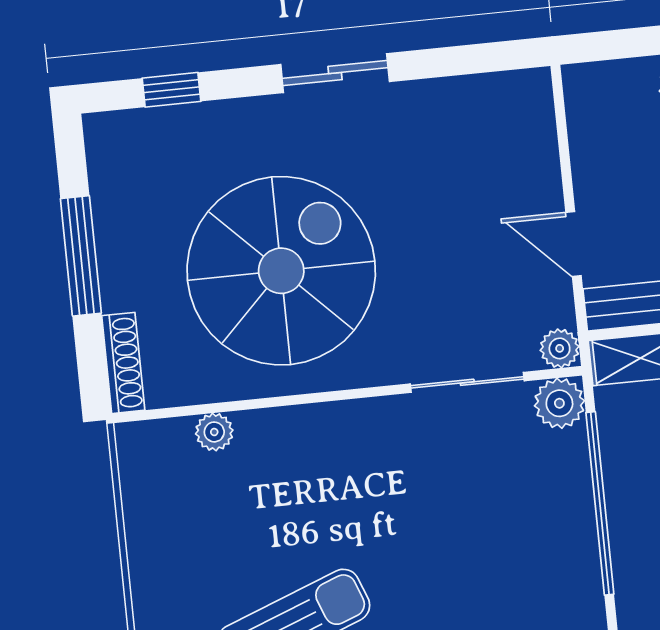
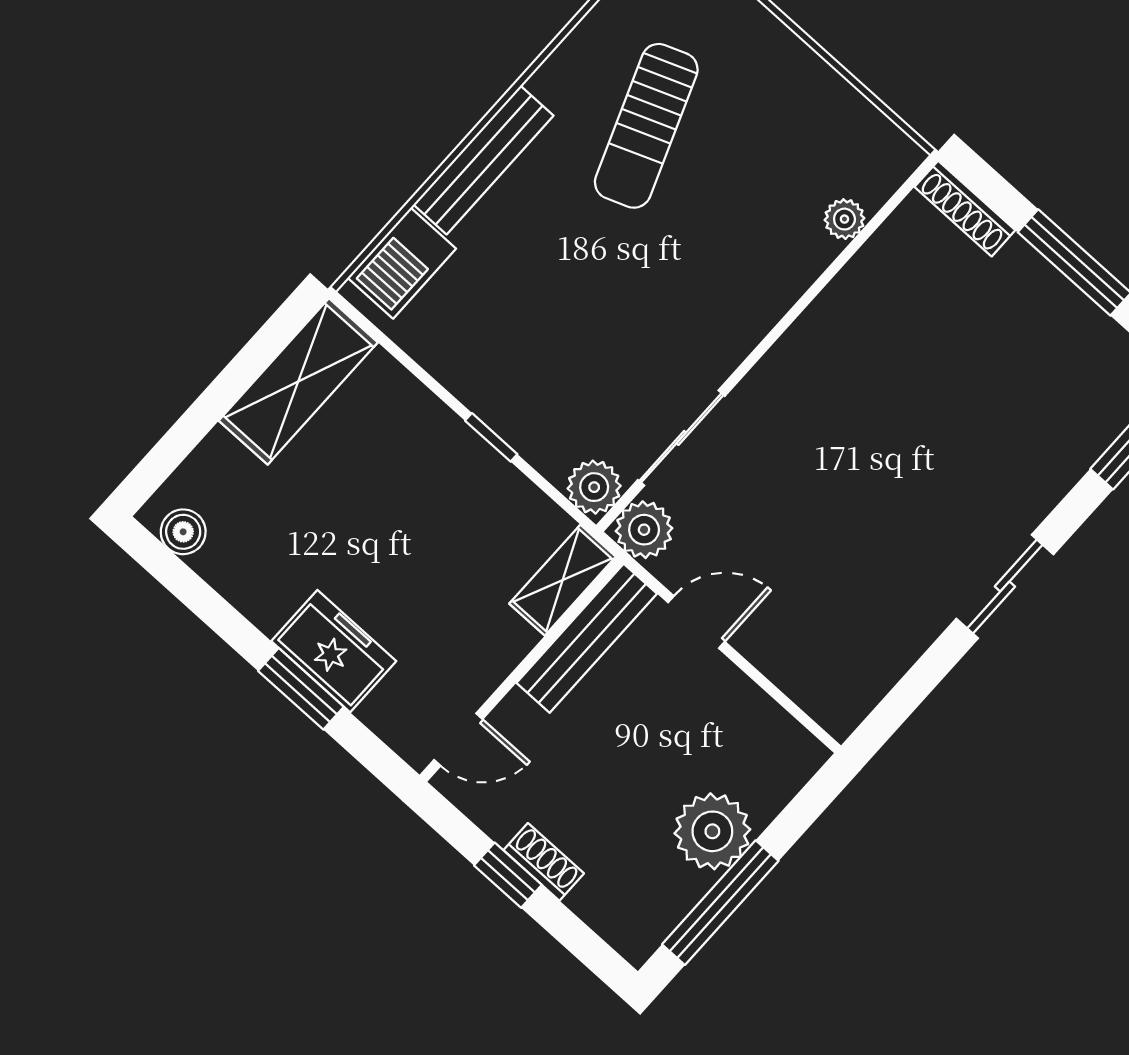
spiral stairs: (281, 271) -> (907, 393), removed
plant: (560, 348) -> (644, 530), width x1.38, depth x1.38
window: (600, 503) -> (491, 437), width x0.32

